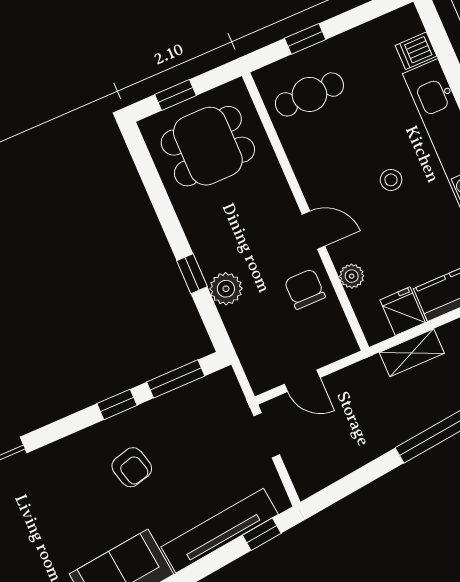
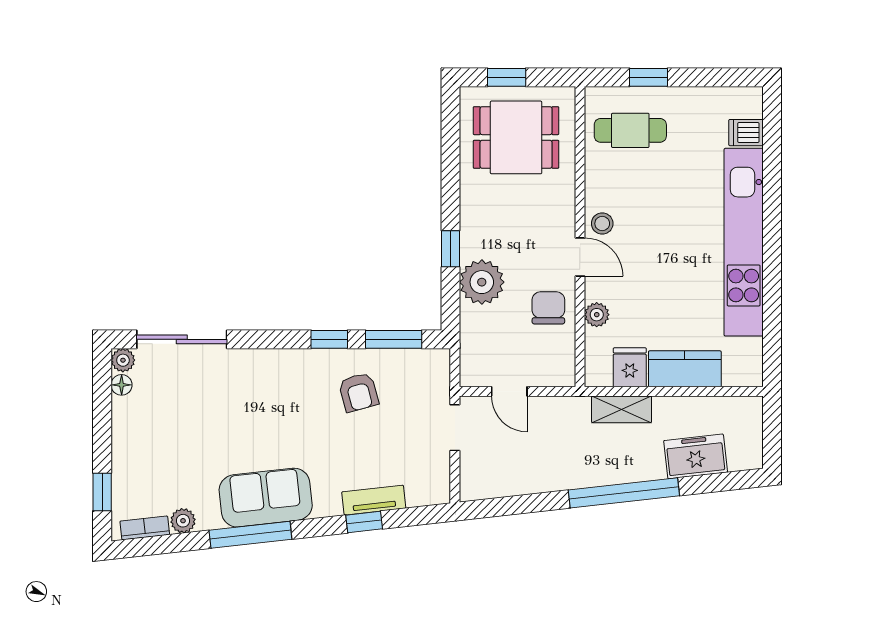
stool: (391, 180) -> (602, 224), moved
plant: (226, 289) -> (482, 282), width x1.36, depth x1.36
armchair: (132, 467) -> (359, 392), moved
tv unit: (220, 531) -> (374, 500), width x0.52, depth x0.78
window: (262, 534) -> (364, 522), moved

